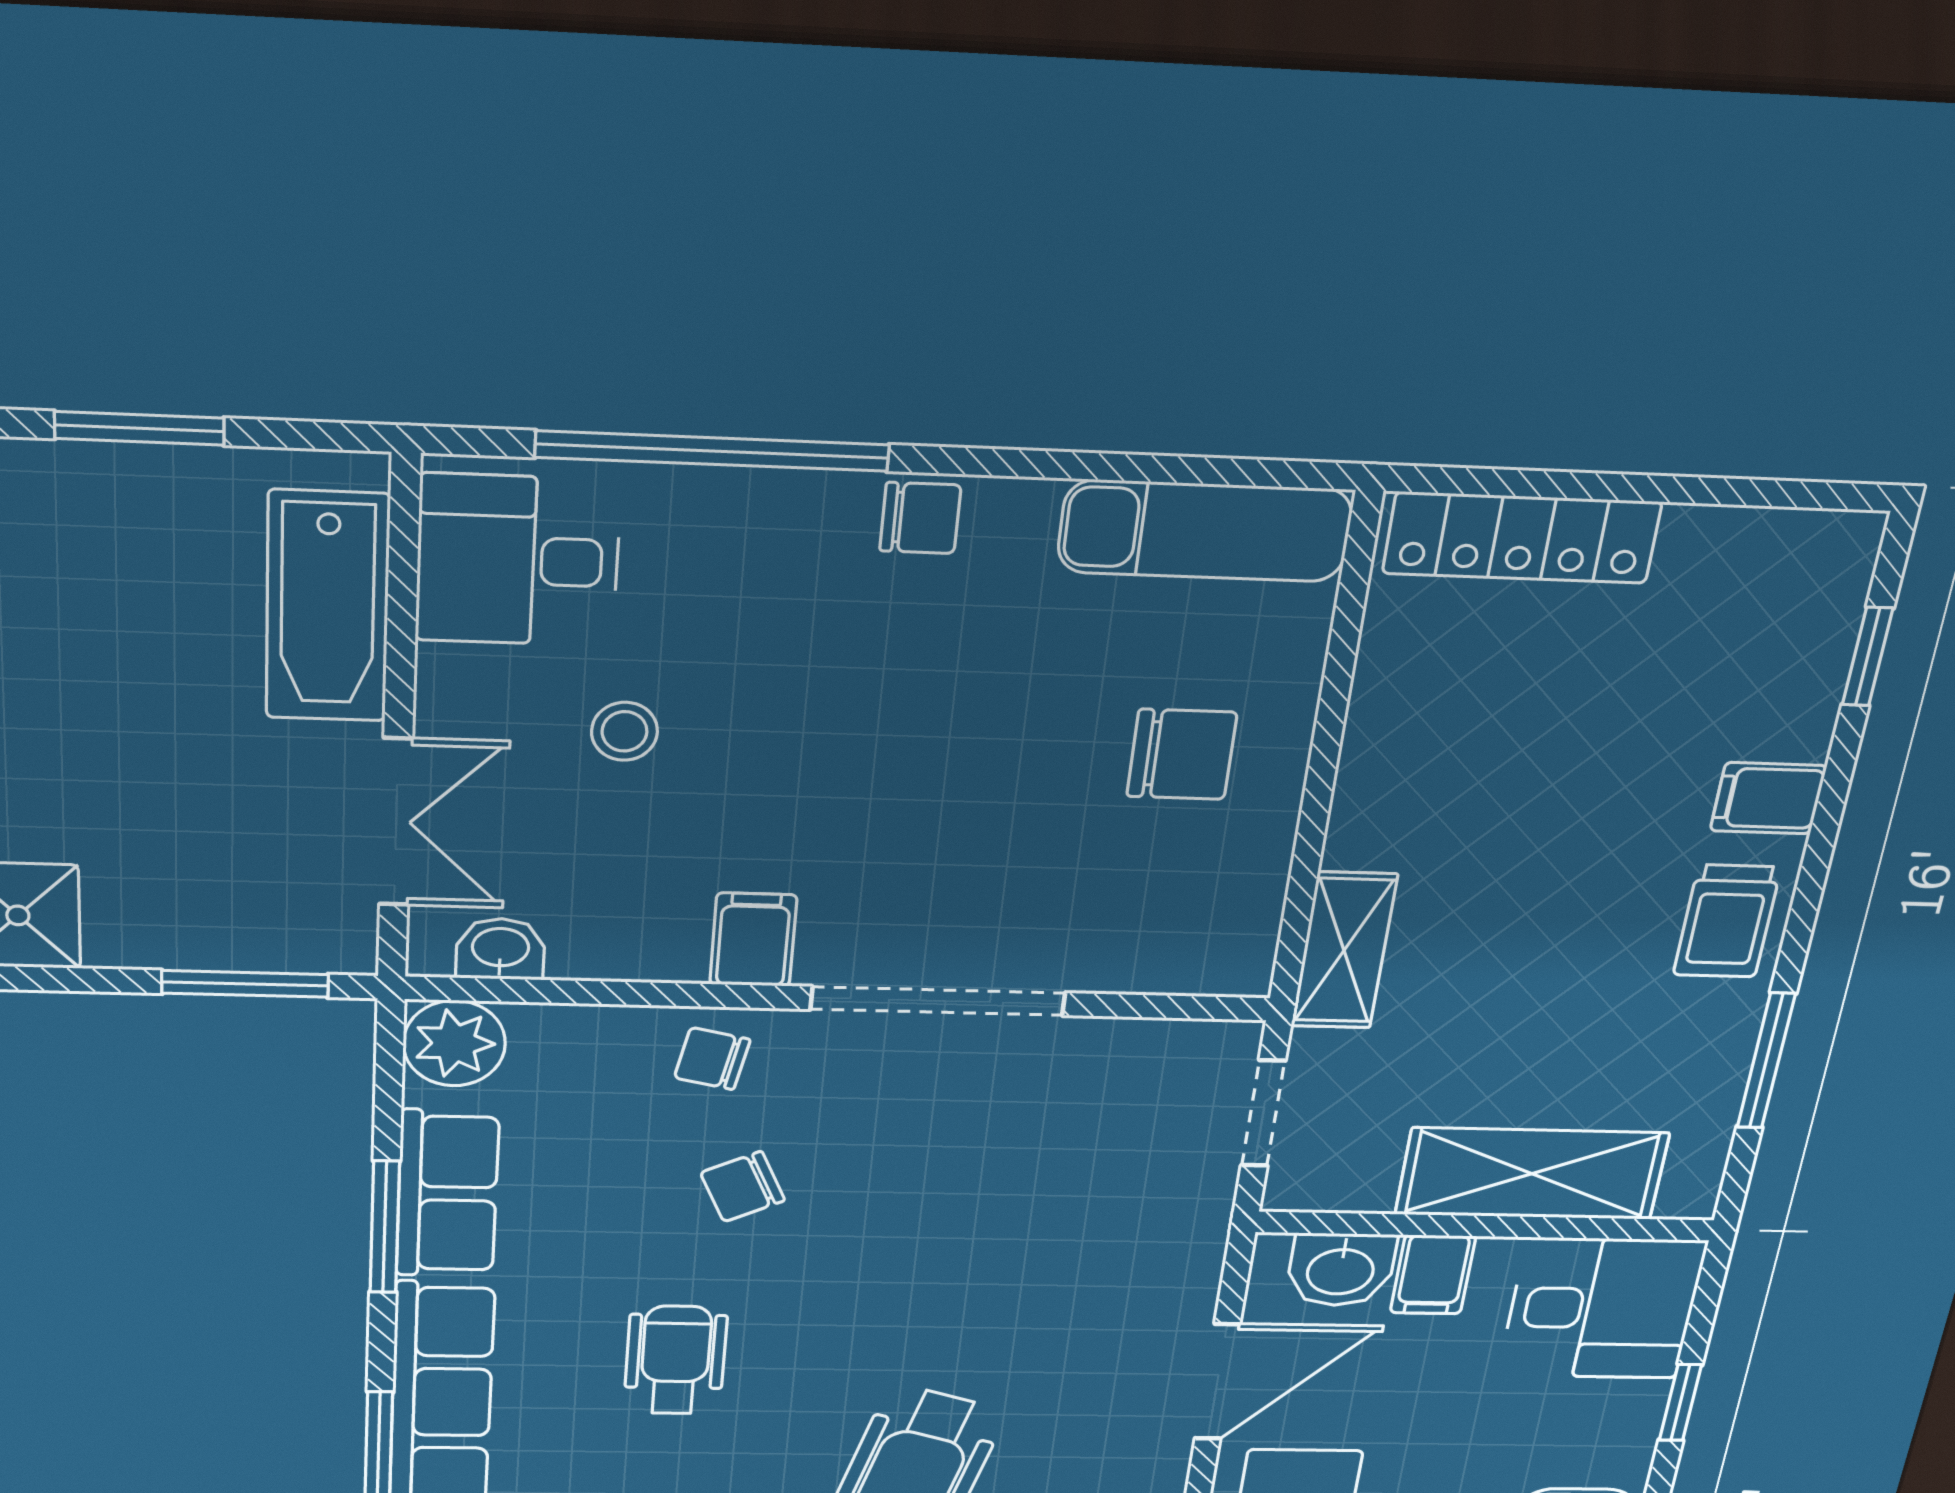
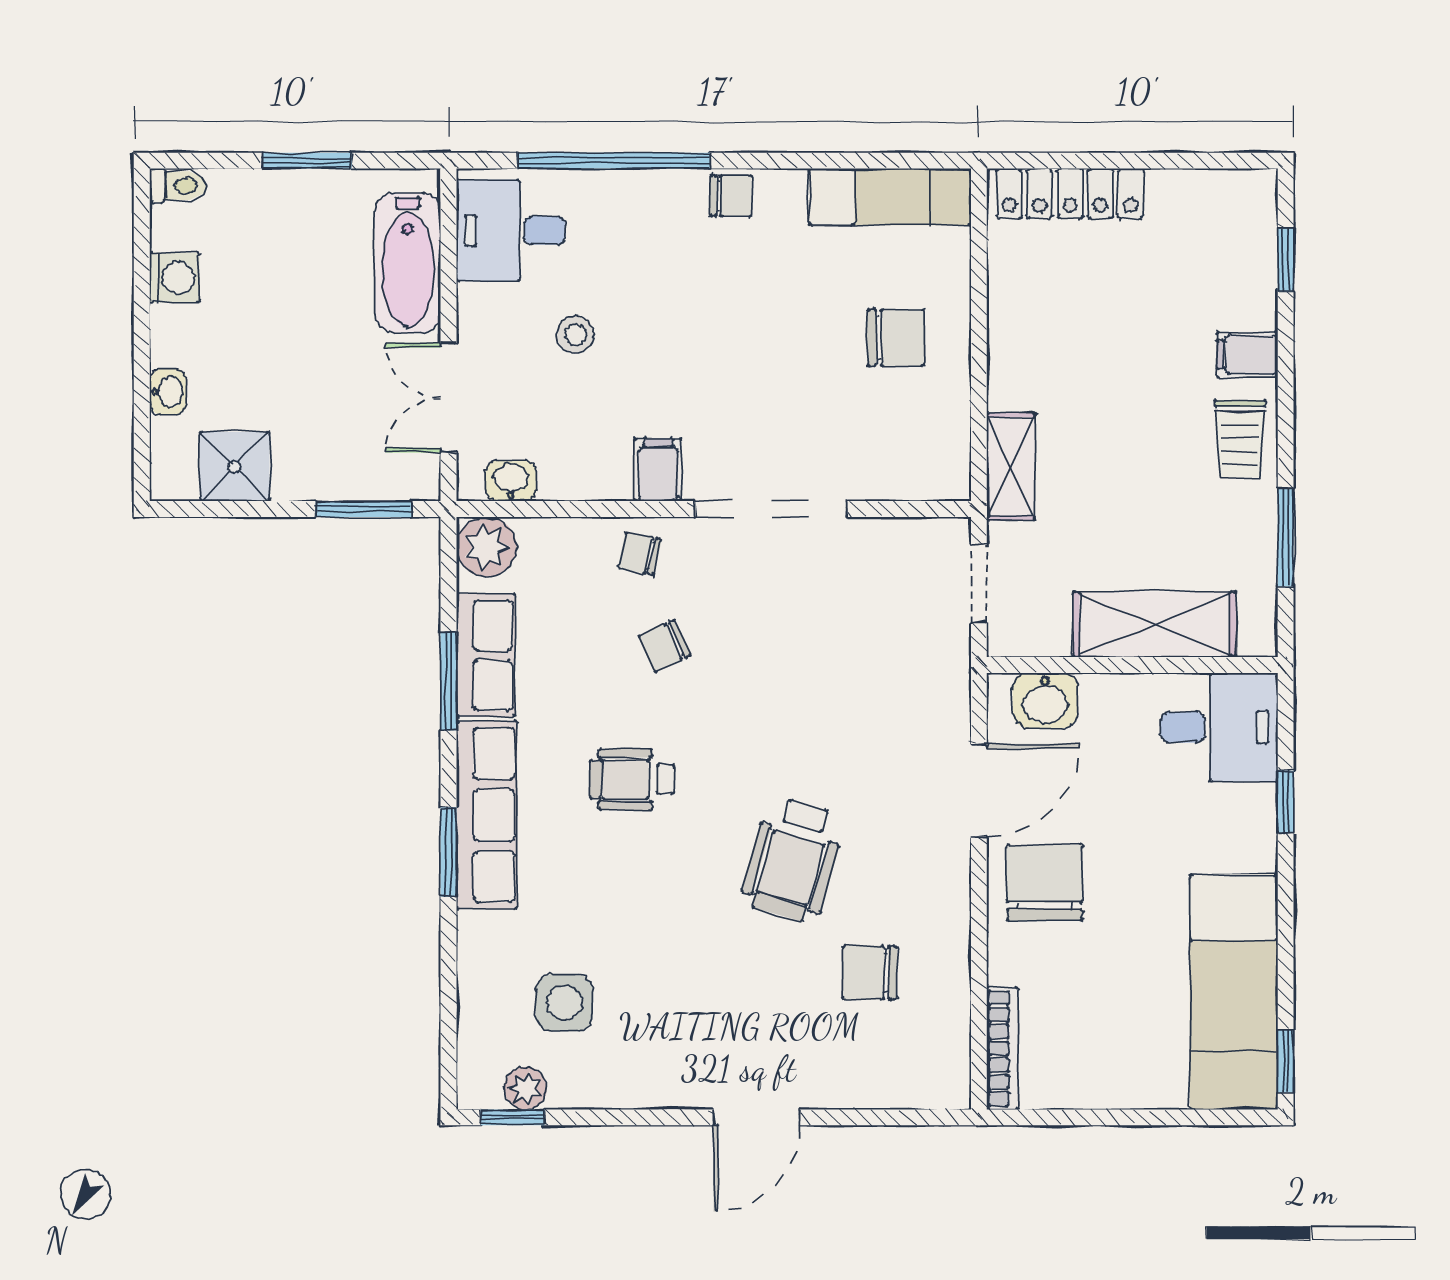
double door: (396, 822) -> (449, 398), swing flipped
filing cabinet: (1433, 1275) -> (1105, 703), removed
wheelchair: (675, 1360) -> (632, 779), turned -90

